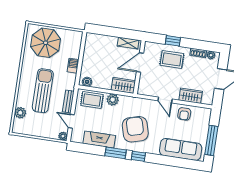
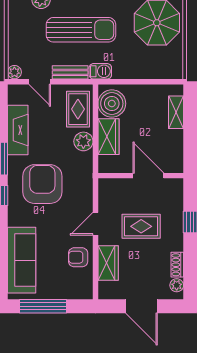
shelving: (128, 43) -> (176, 112), moved
rug: (172, 59) -> (141, 226), moved, turned 90
barbecue: (73, 66) -> (100, 71), moved
boiler: (87, 82) -> (112, 104), width x1.86, depth x1.86
wardrobe: (123, 85) -> (108, 137), moved
door: (71, 121) -> (40, 82), swing flipped
armchair: (135, 129) -> (42, 184), turned -74

